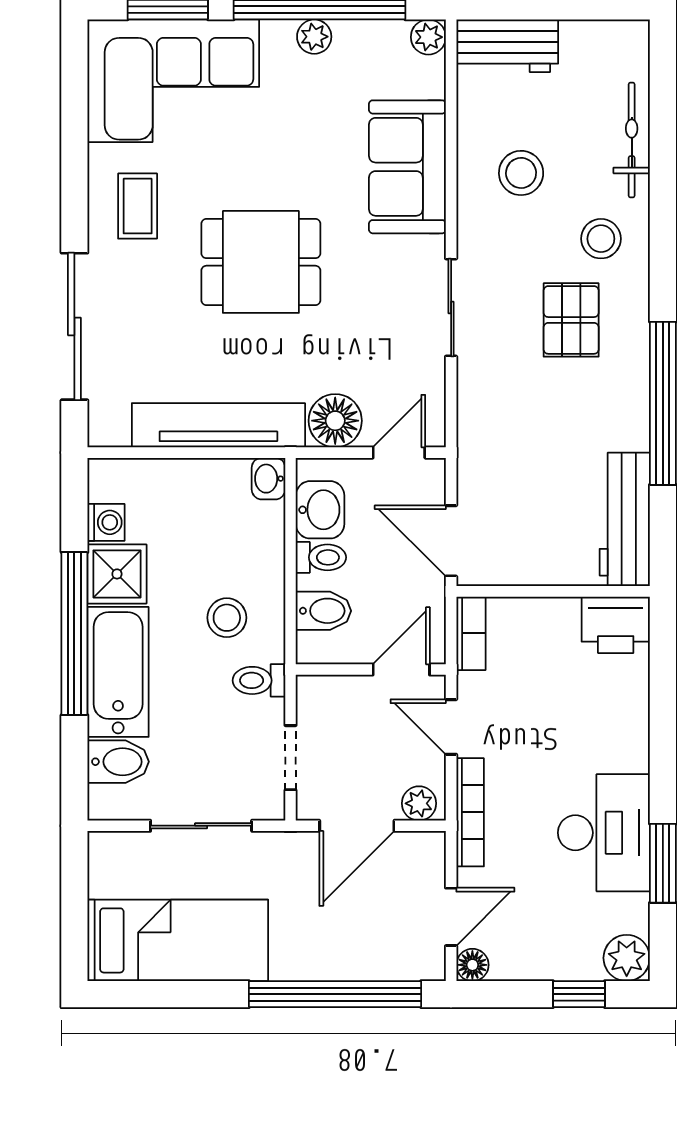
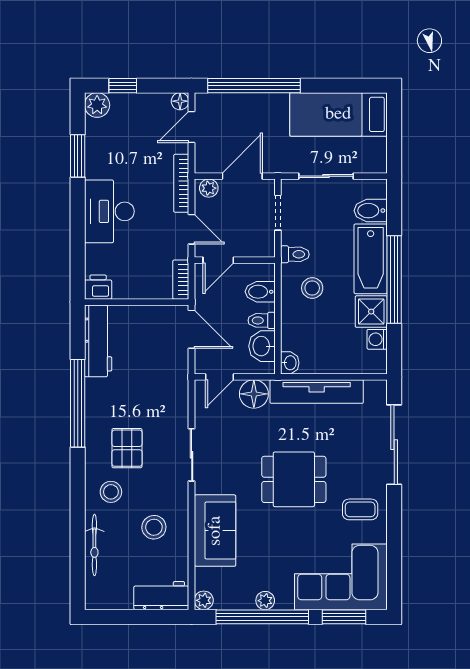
coffee table: (138, 206) -> (360, 509), turned 90
printer: (616, 625) -> (98, 287), width x0.73, depth x0.81
desk: (604, 833) -> (109, 211), moved

